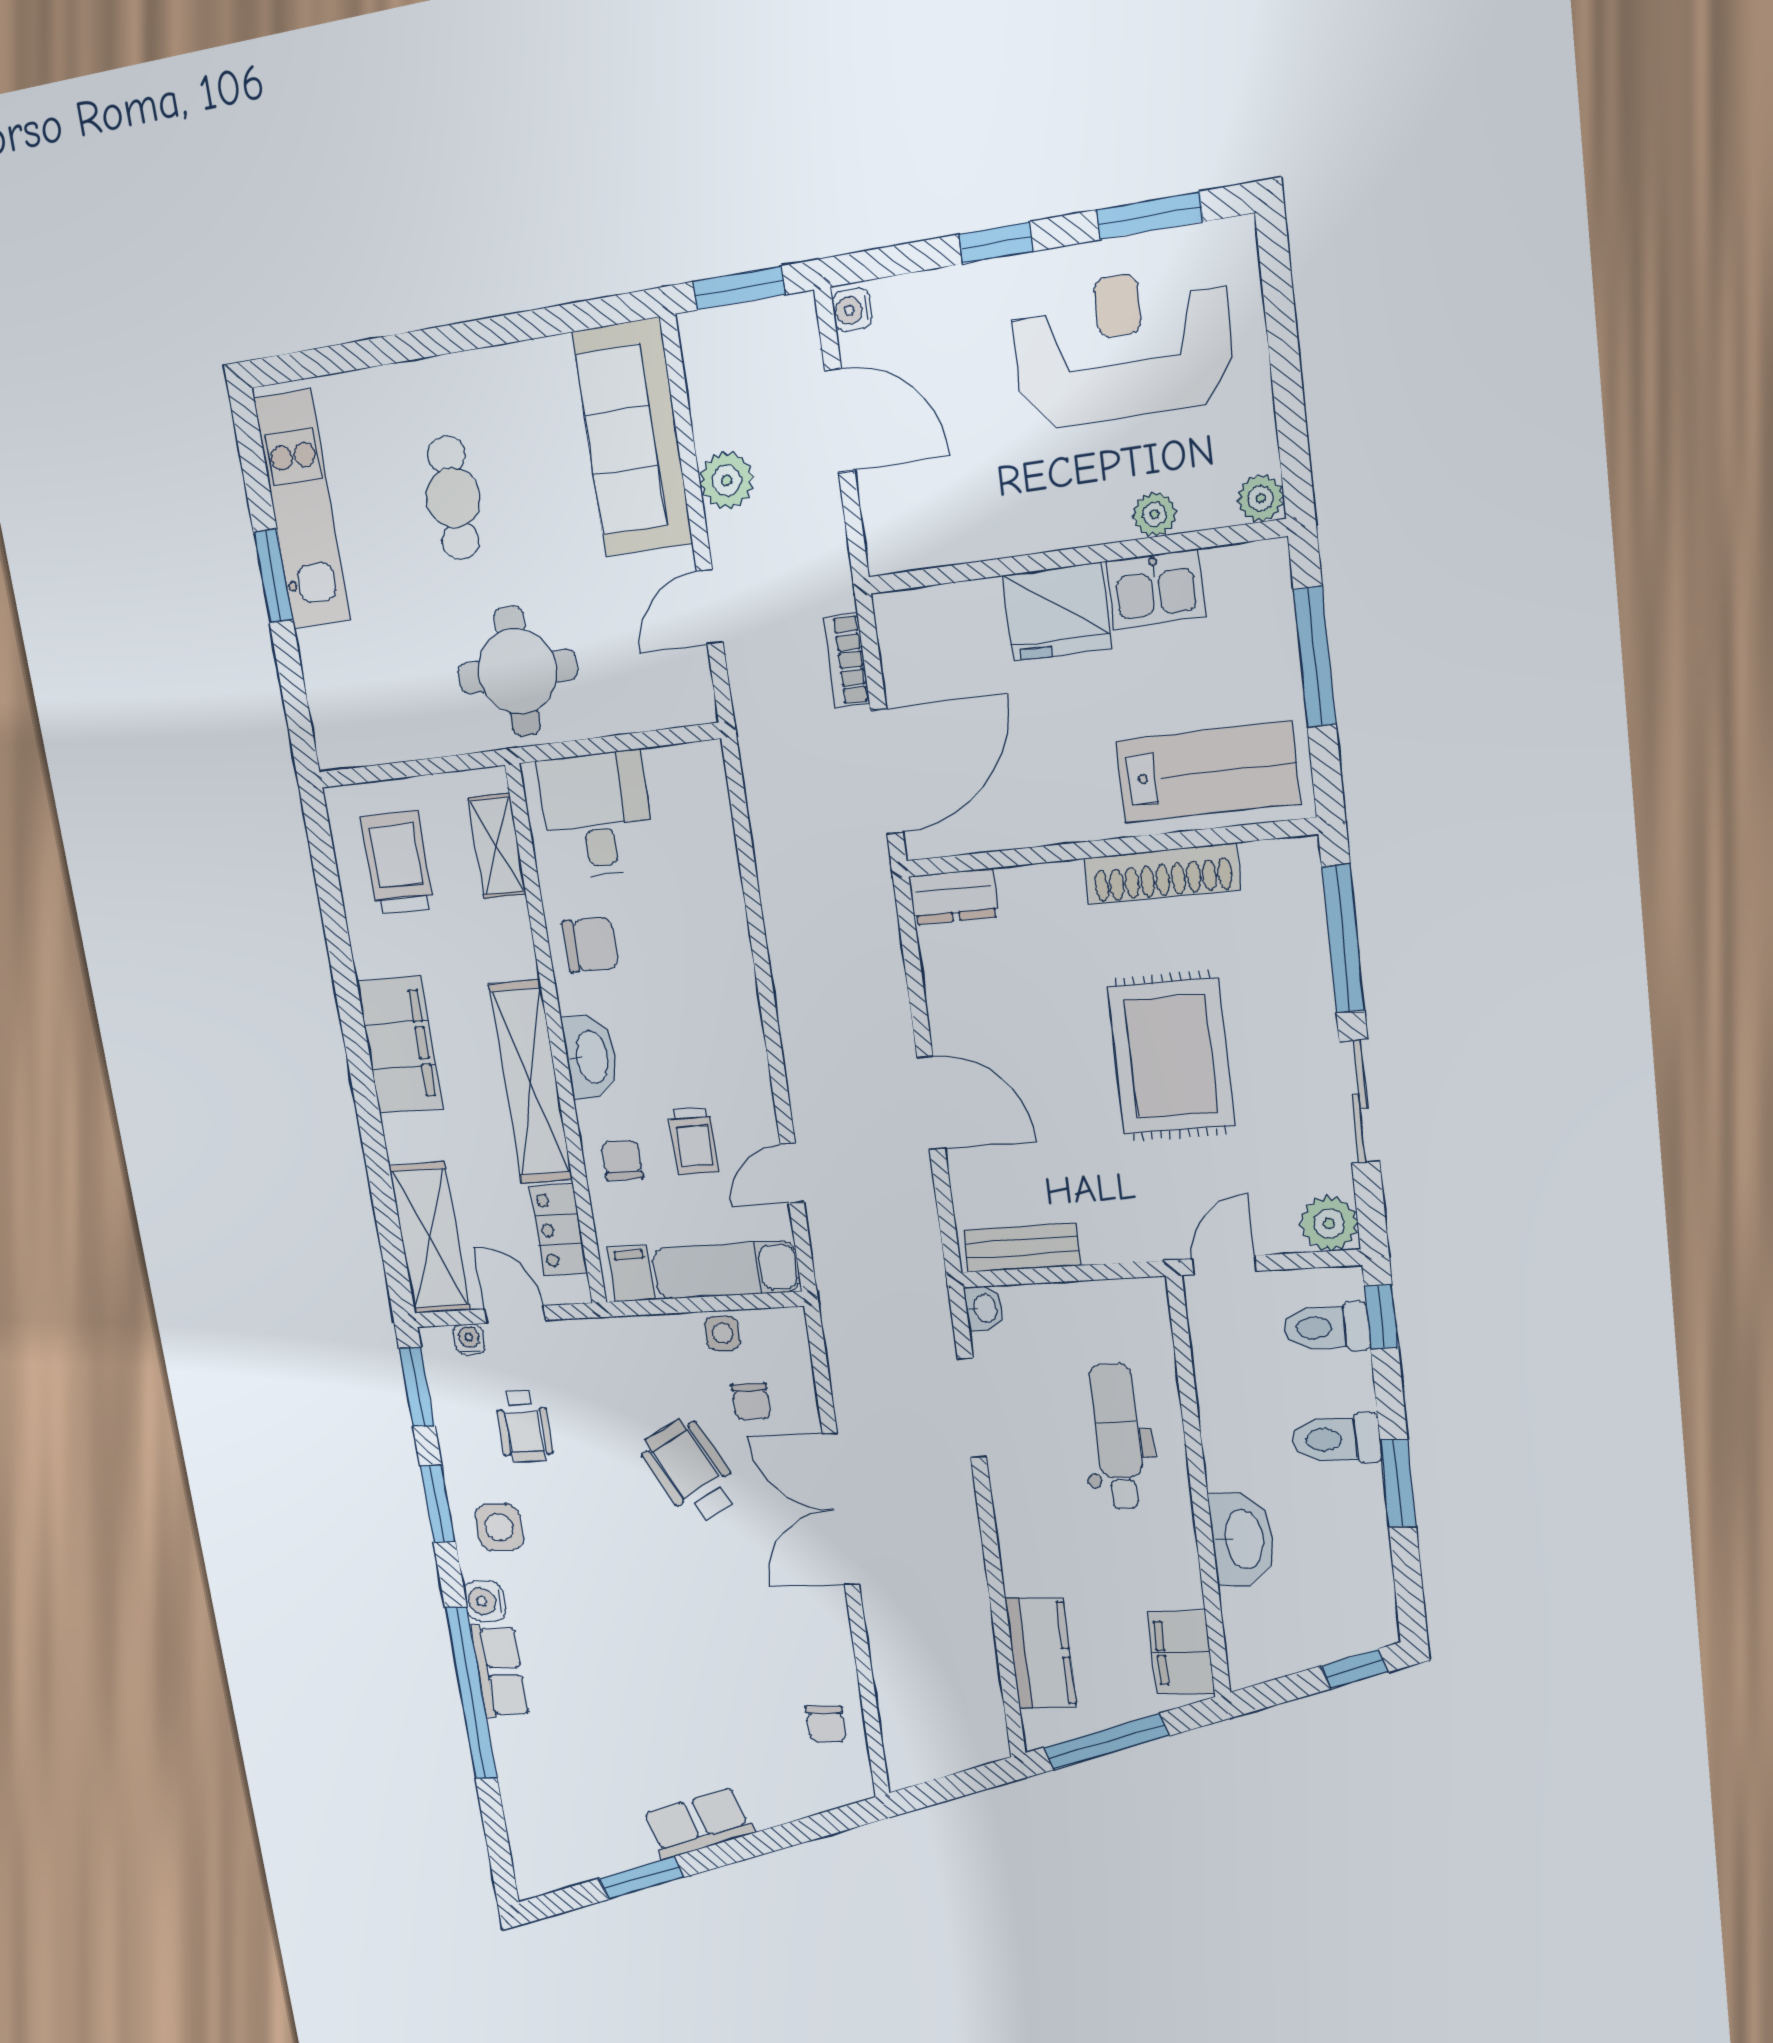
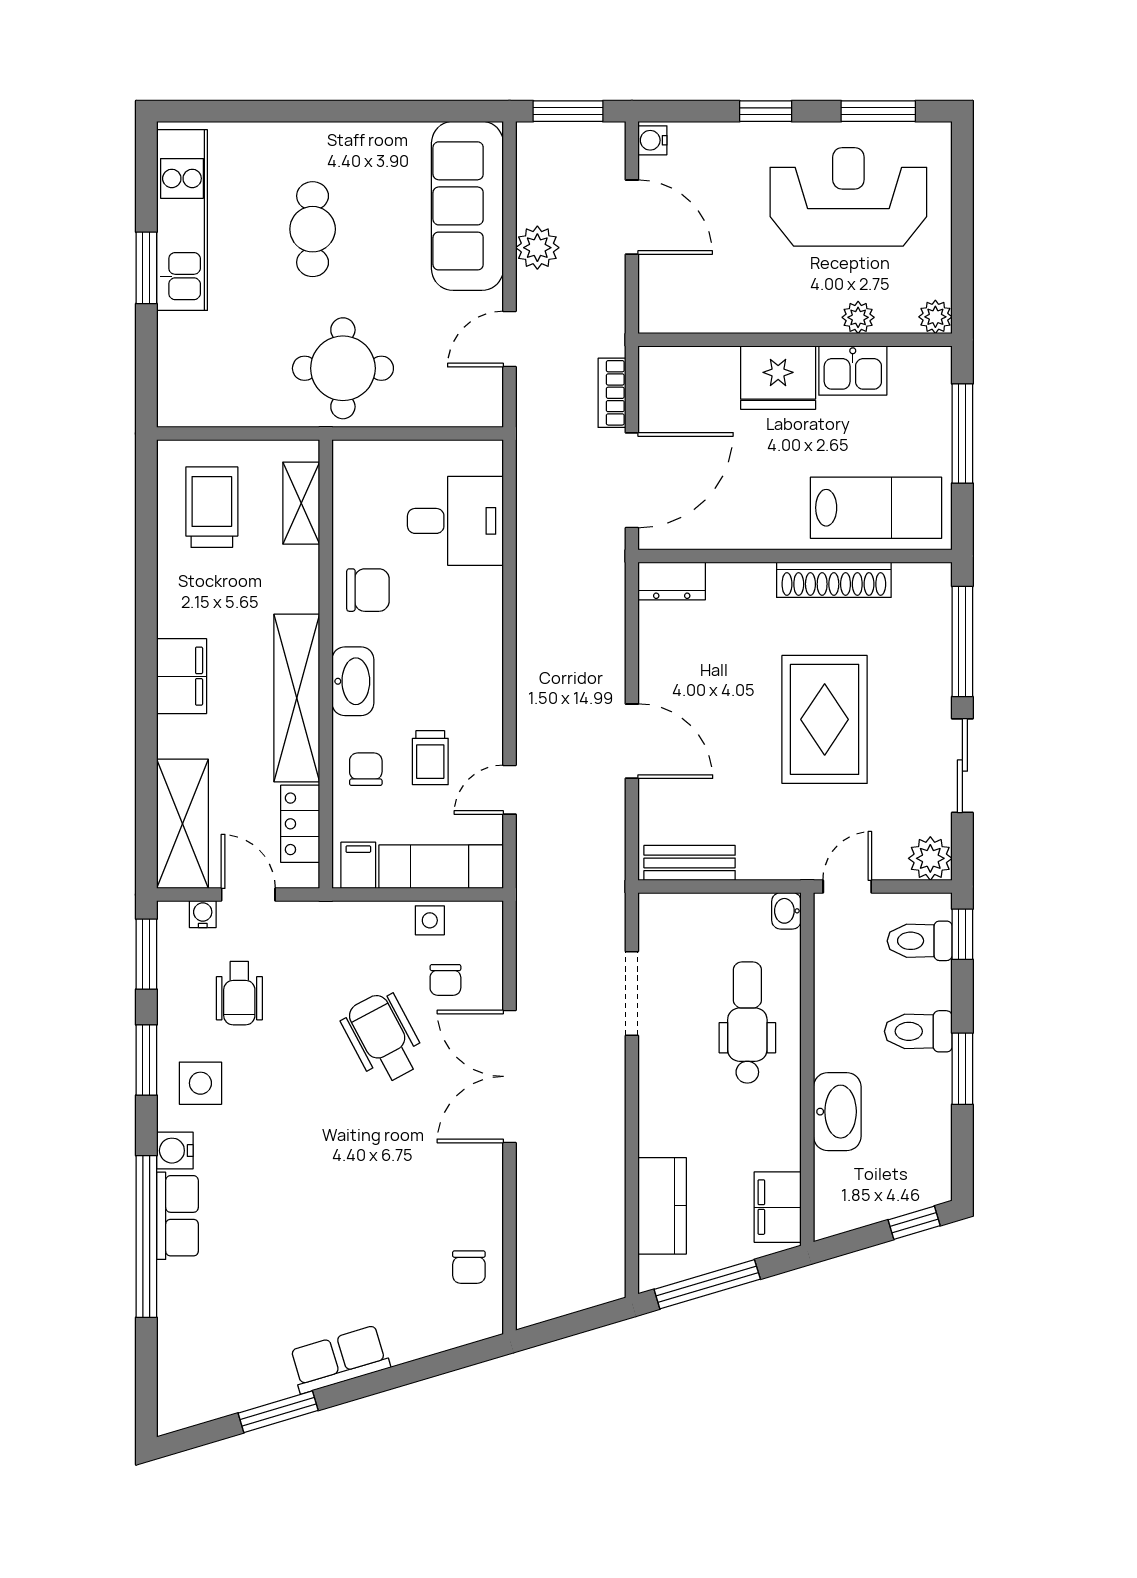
desk: (597, 815) -> (455, 521), moved, turned 90
filing cabinet: (400, 1045) -> (182, 676), width x0.67, depth x0.86
washbasin: (984, 1309) -> (786, 911), moved, turned 180

